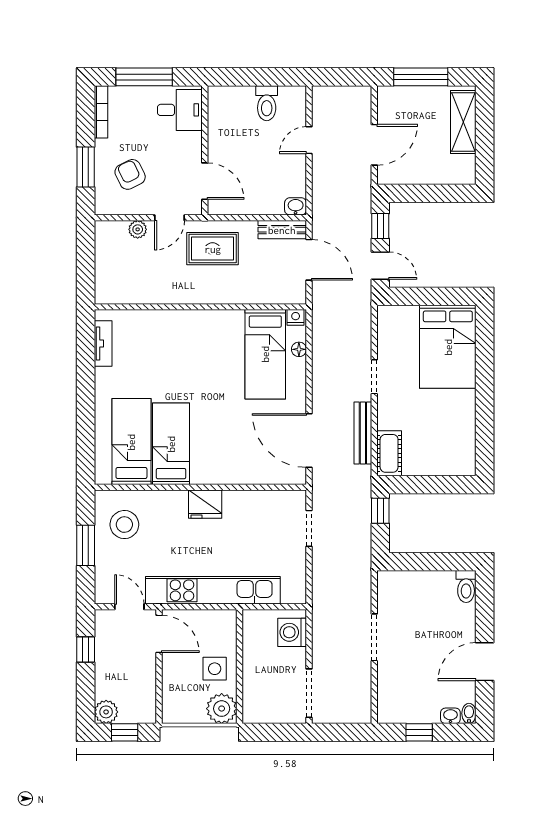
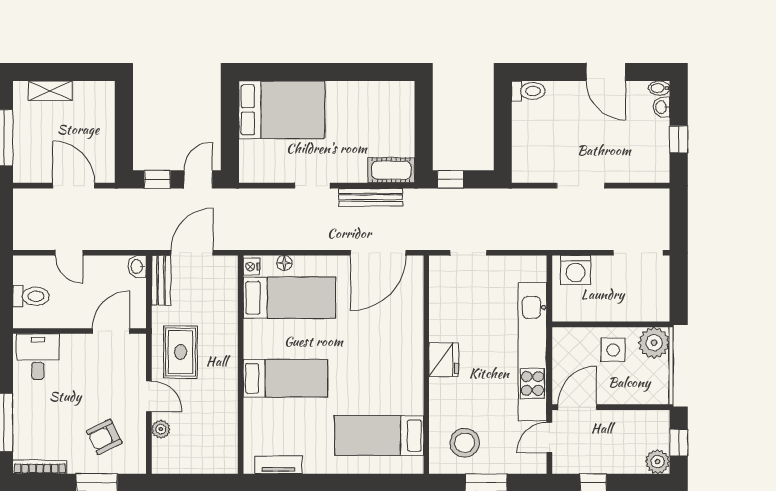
desk: (180, 110) -> (38, 357), moved
shelving: (463, 122) -> (50, 91), width x0.67, depth x0.75
wall: (205, 150) -> (80, 331), moved
door: (205, 181) -> (111, 331), moved
bed: (171, 444) -> (285, 378), moved, turned 180

